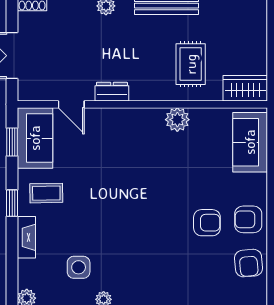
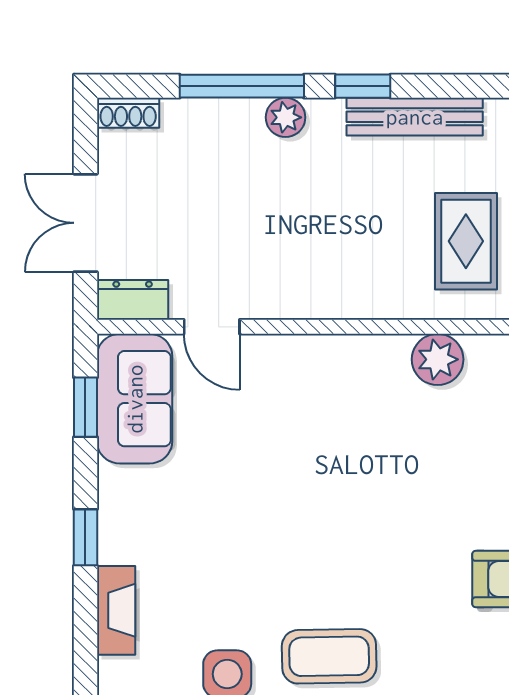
dresser: (112, 92) -> (133, 300), moved
coffee table: (46, 193) -> (329, 656), moved, width x1.36, depth x1.30

